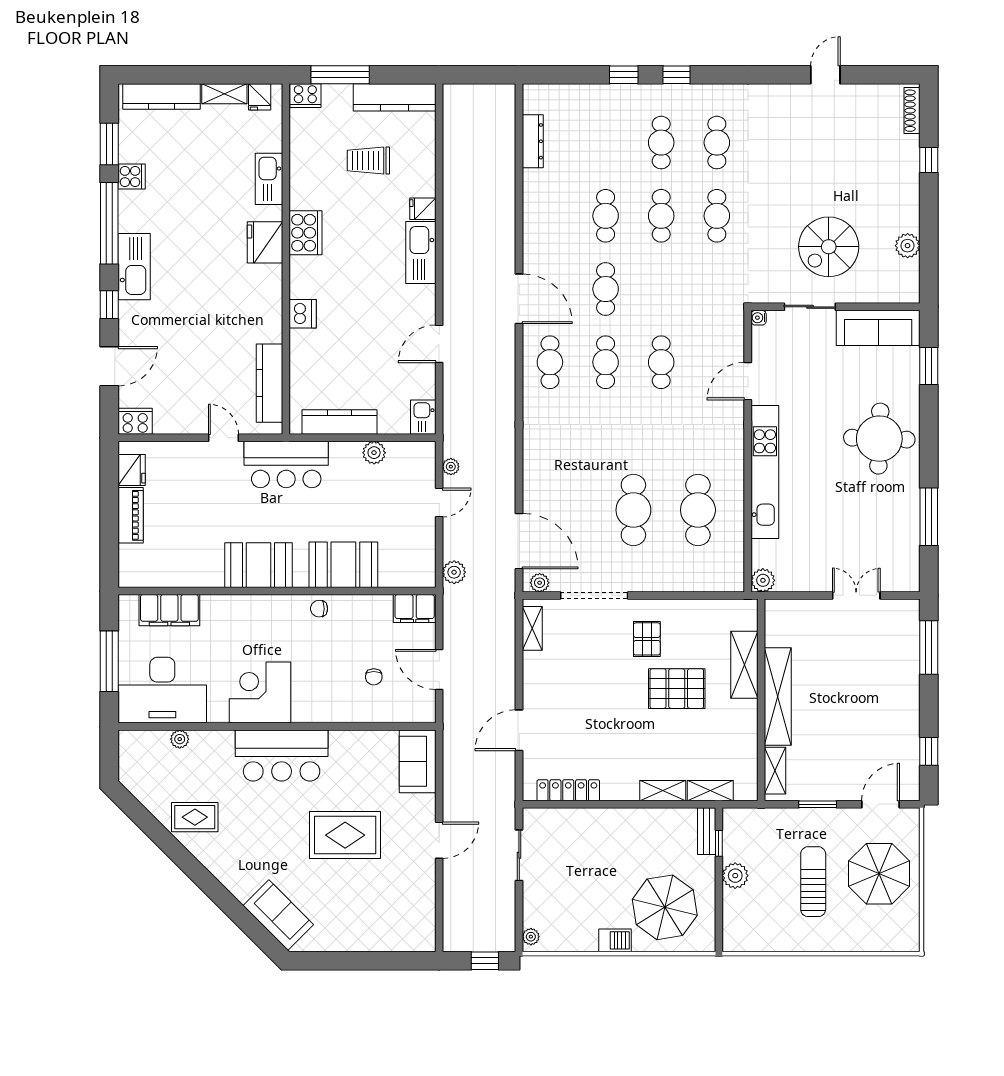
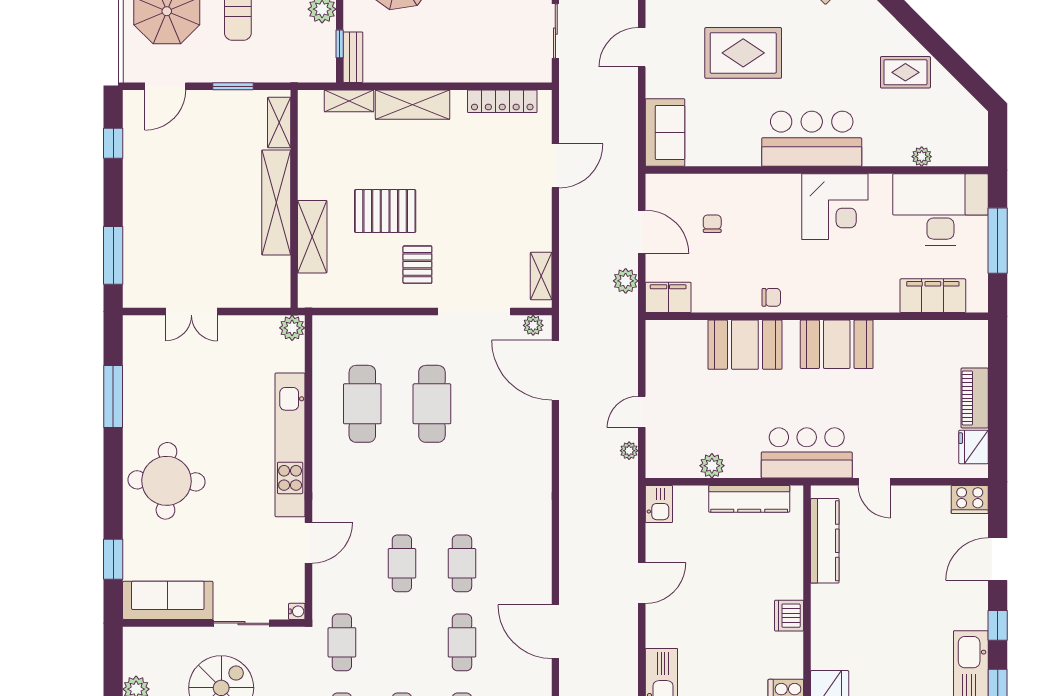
cafe table: (550, 362) -> (342, 642), moved
plant: (454, 572) -> (626, 281), moved
shelving: (663, 791) -> (413, 105), width x1.50, depth x1.33

